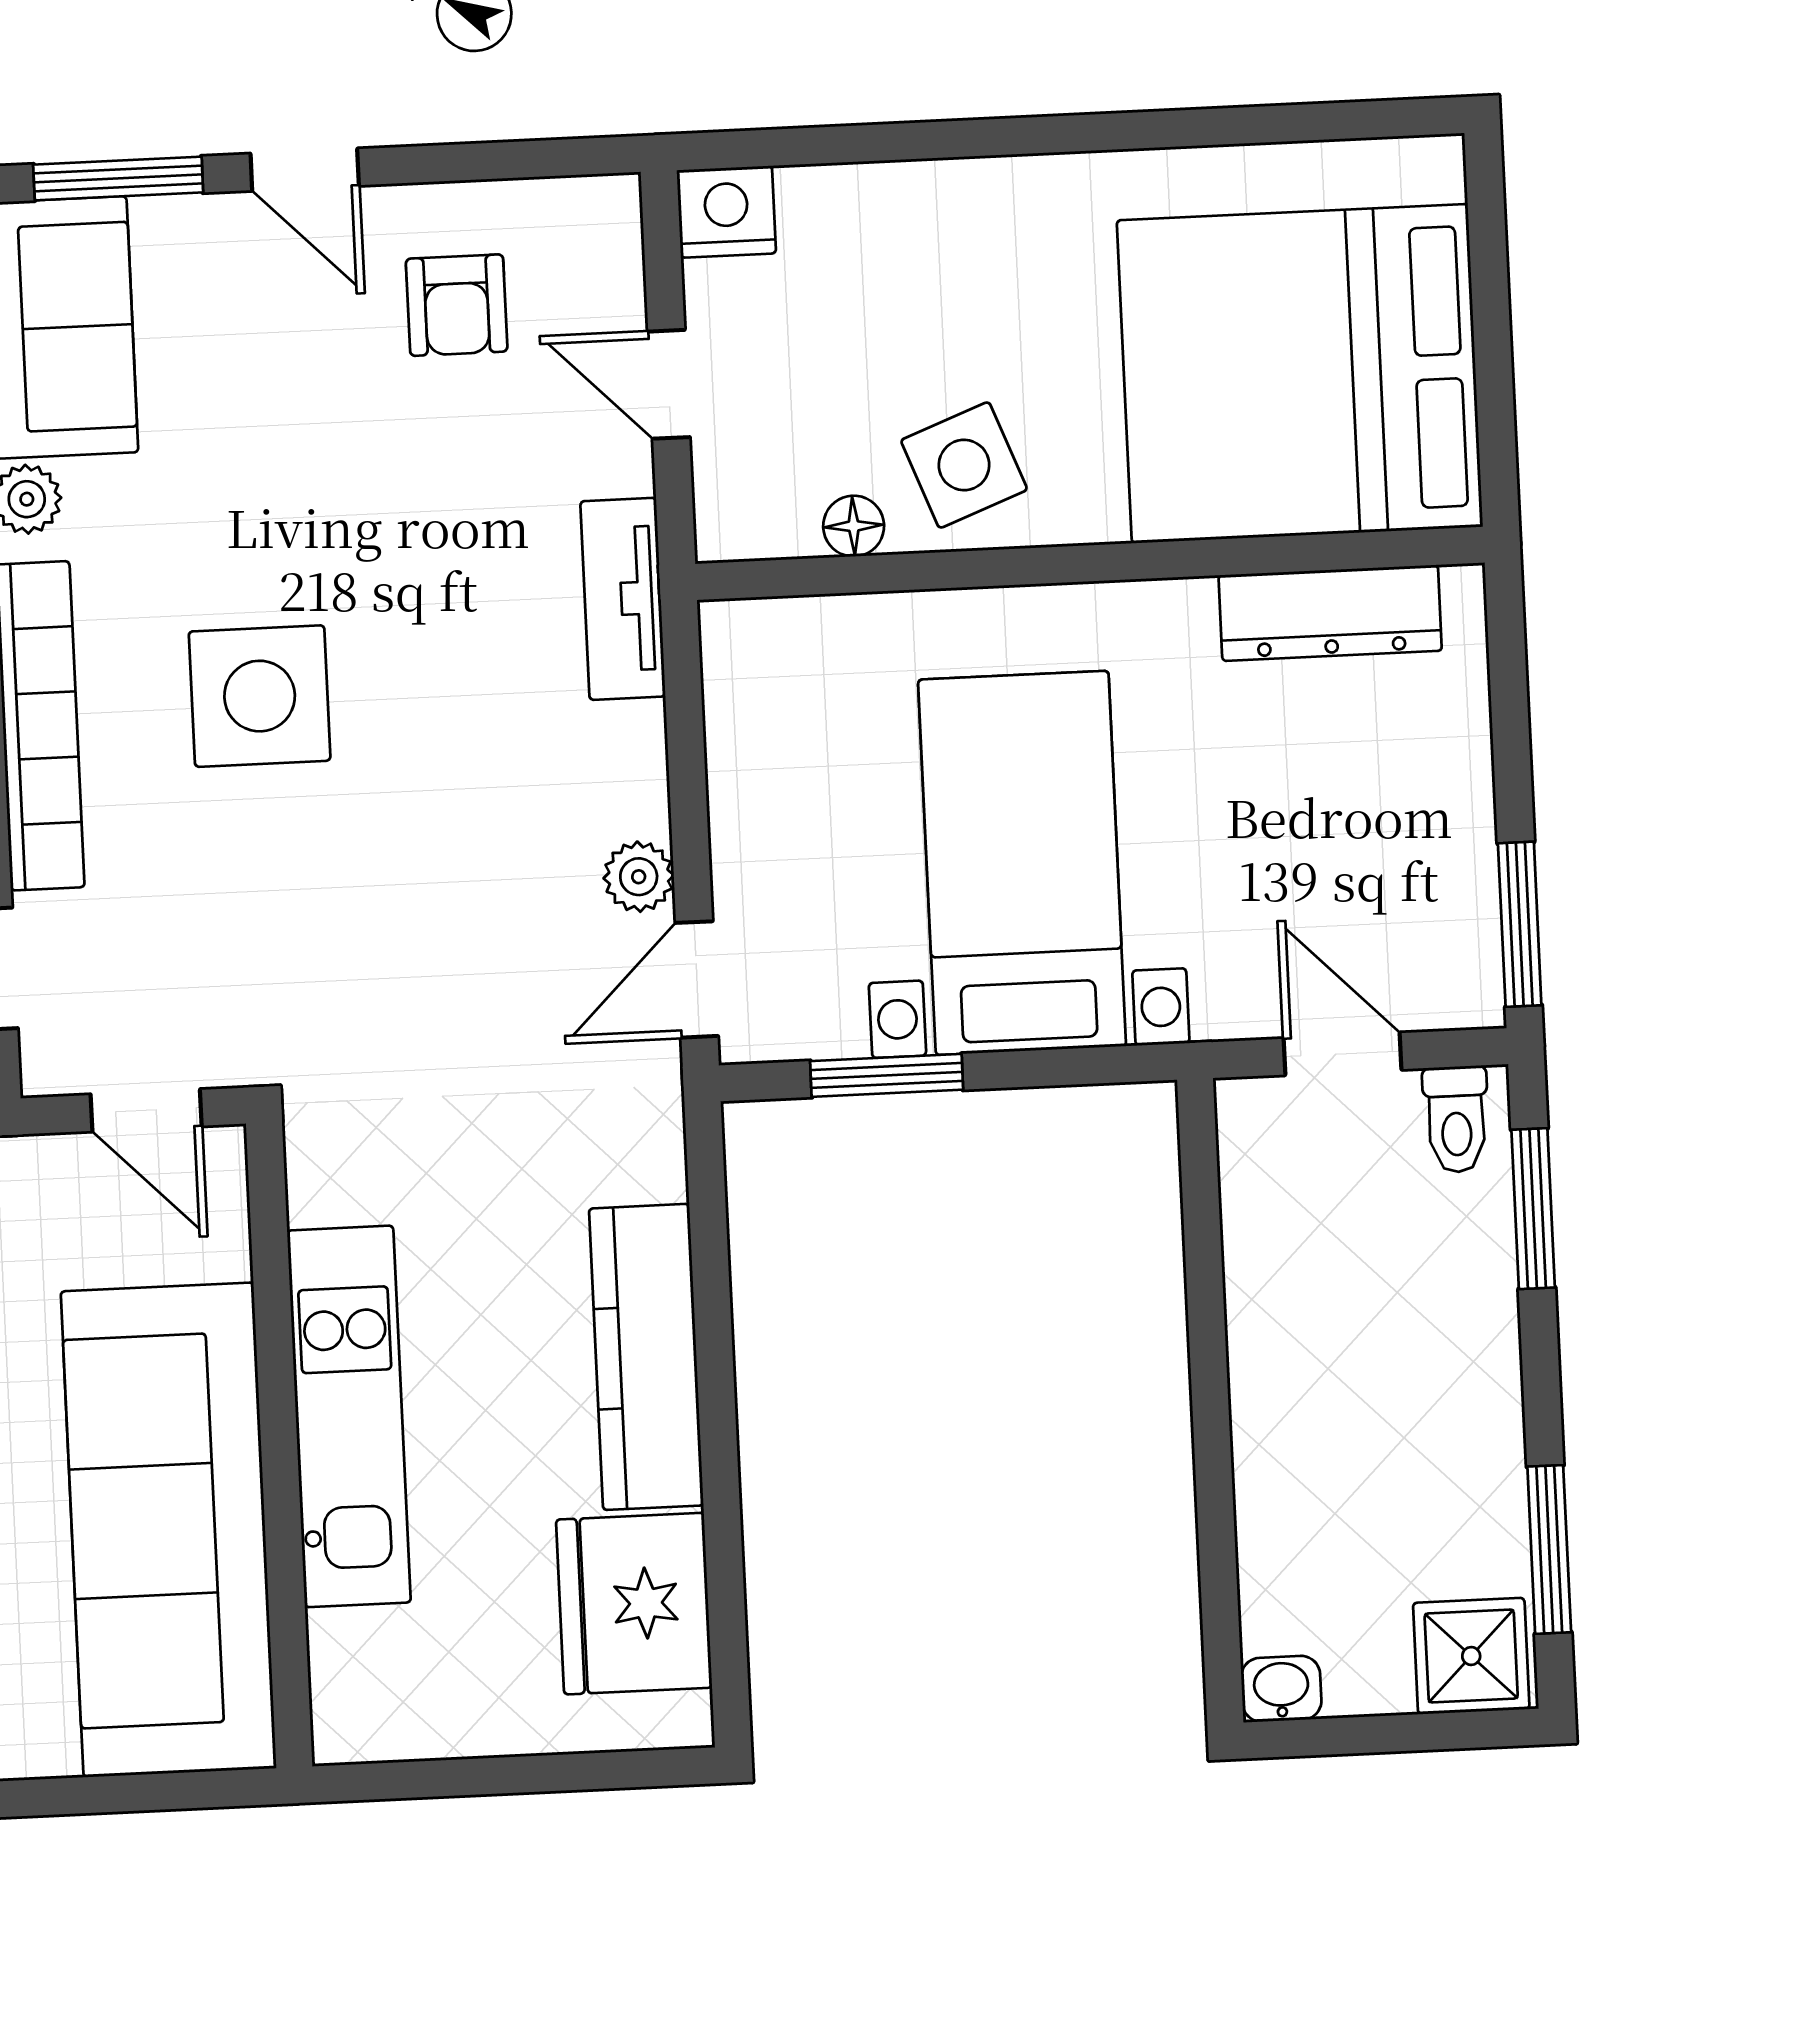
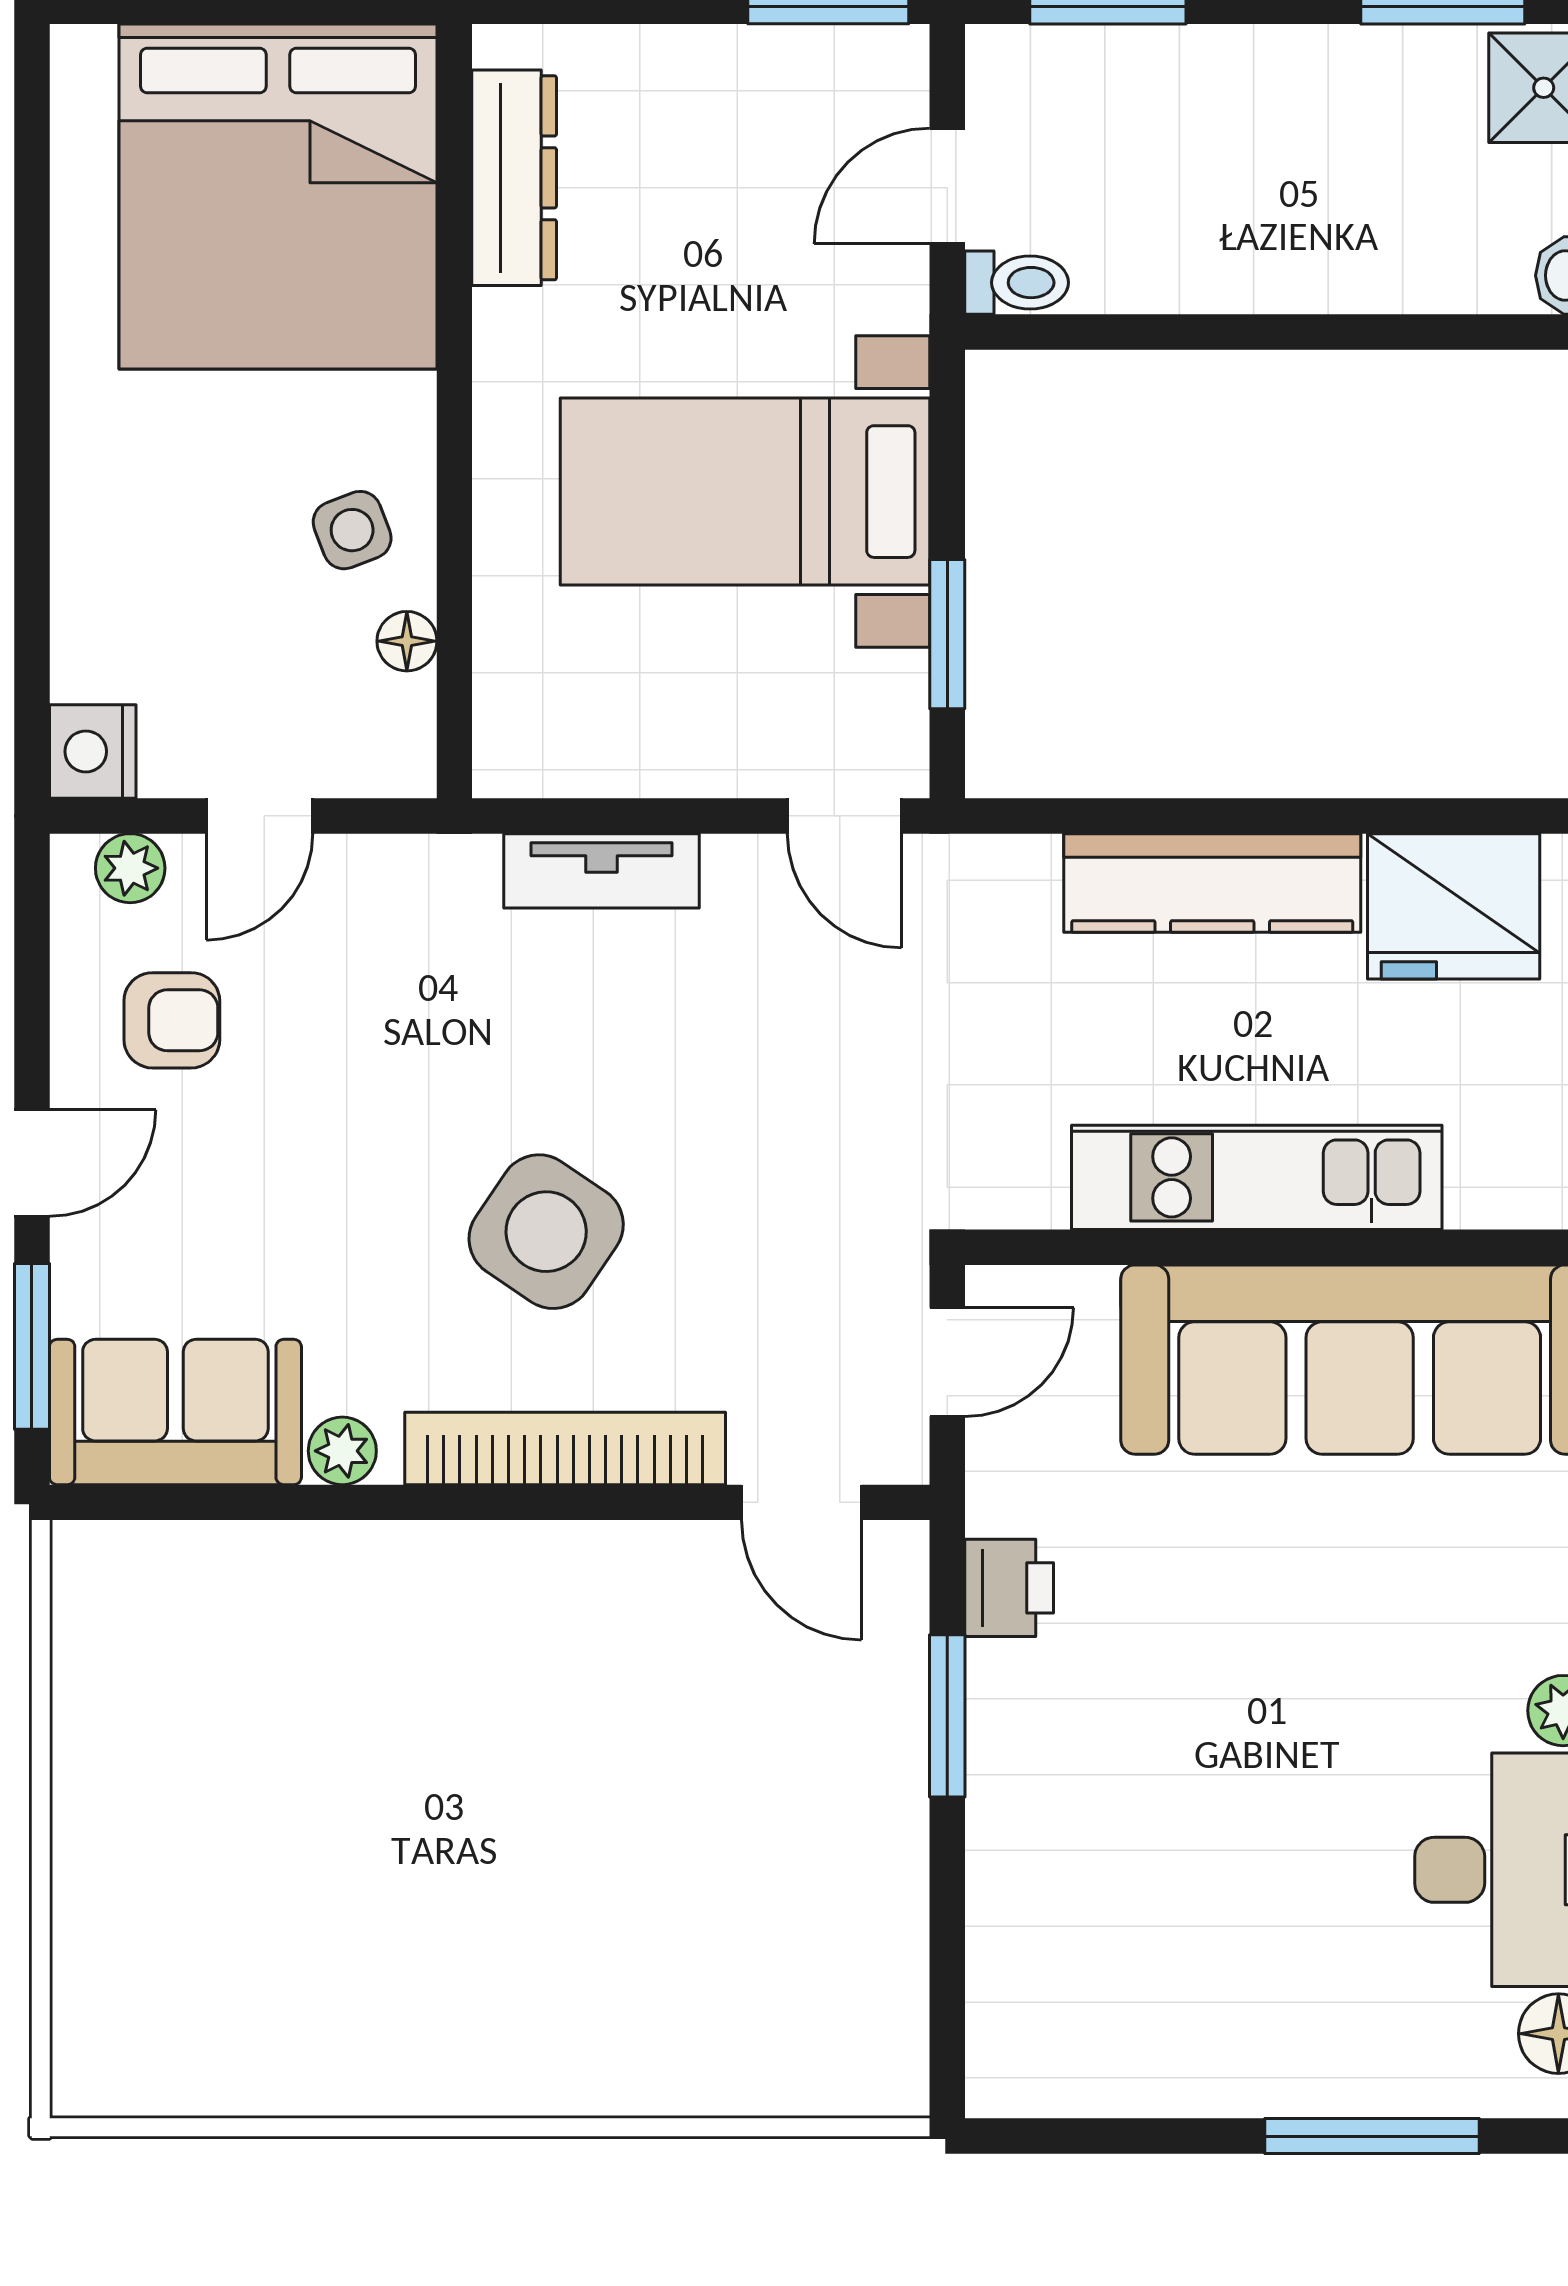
side table: (964, 465) -> (352, 530), width x0.73, depth x0.73
tv unit: (623, 599) -> (601, 871), moved
side table: (260, 696) -> (546, 1232), turned 34
plant: (639, 877) -> (130, 868), moved
toilet: (1456, 1119) -> (1017, 283), moved

